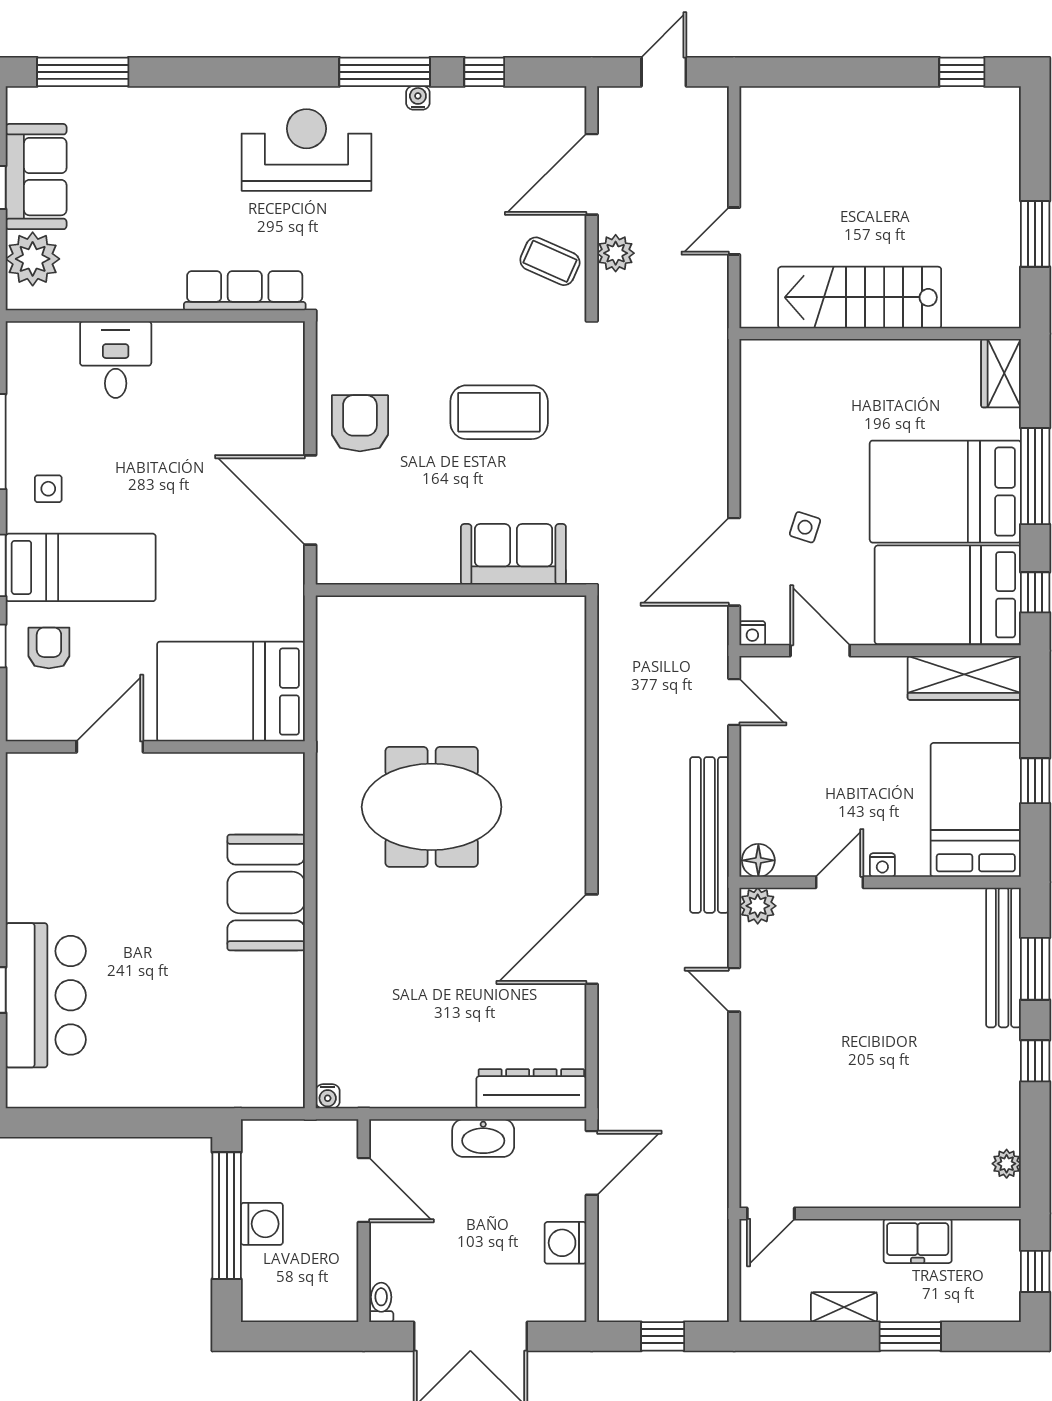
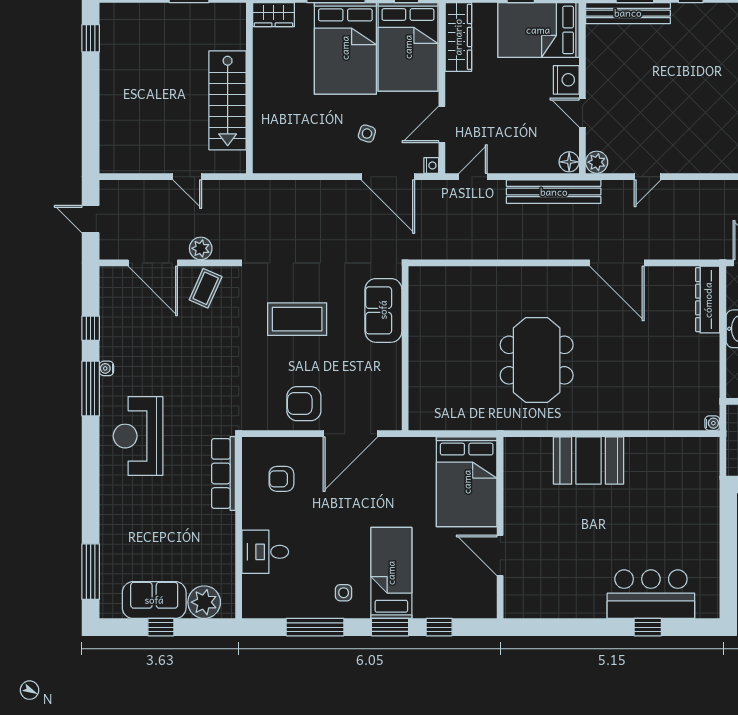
coffee table: (499, 412) -> (297, 319), turned 90
armchair: (49, 648) -> (281, 479), moved
nightstand: (882, 865) -> (566, 80), width x1.89, depth x1.79

